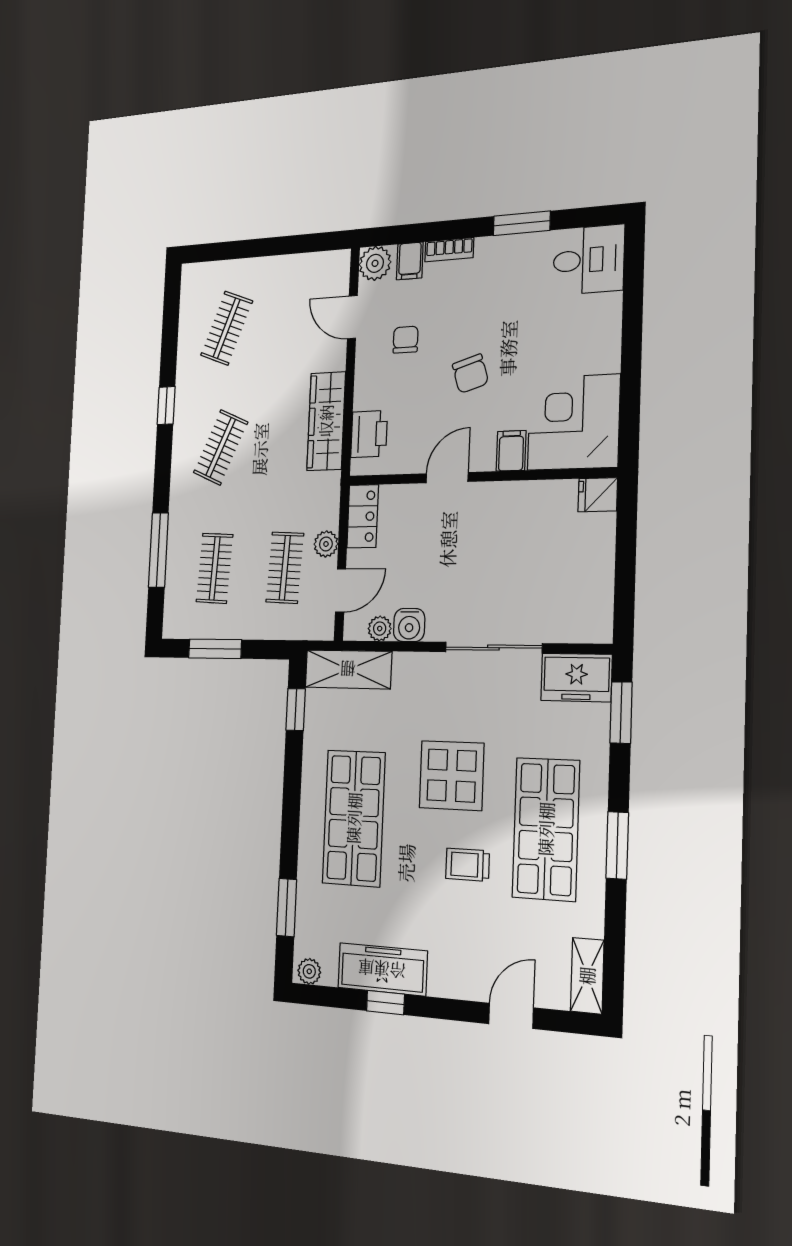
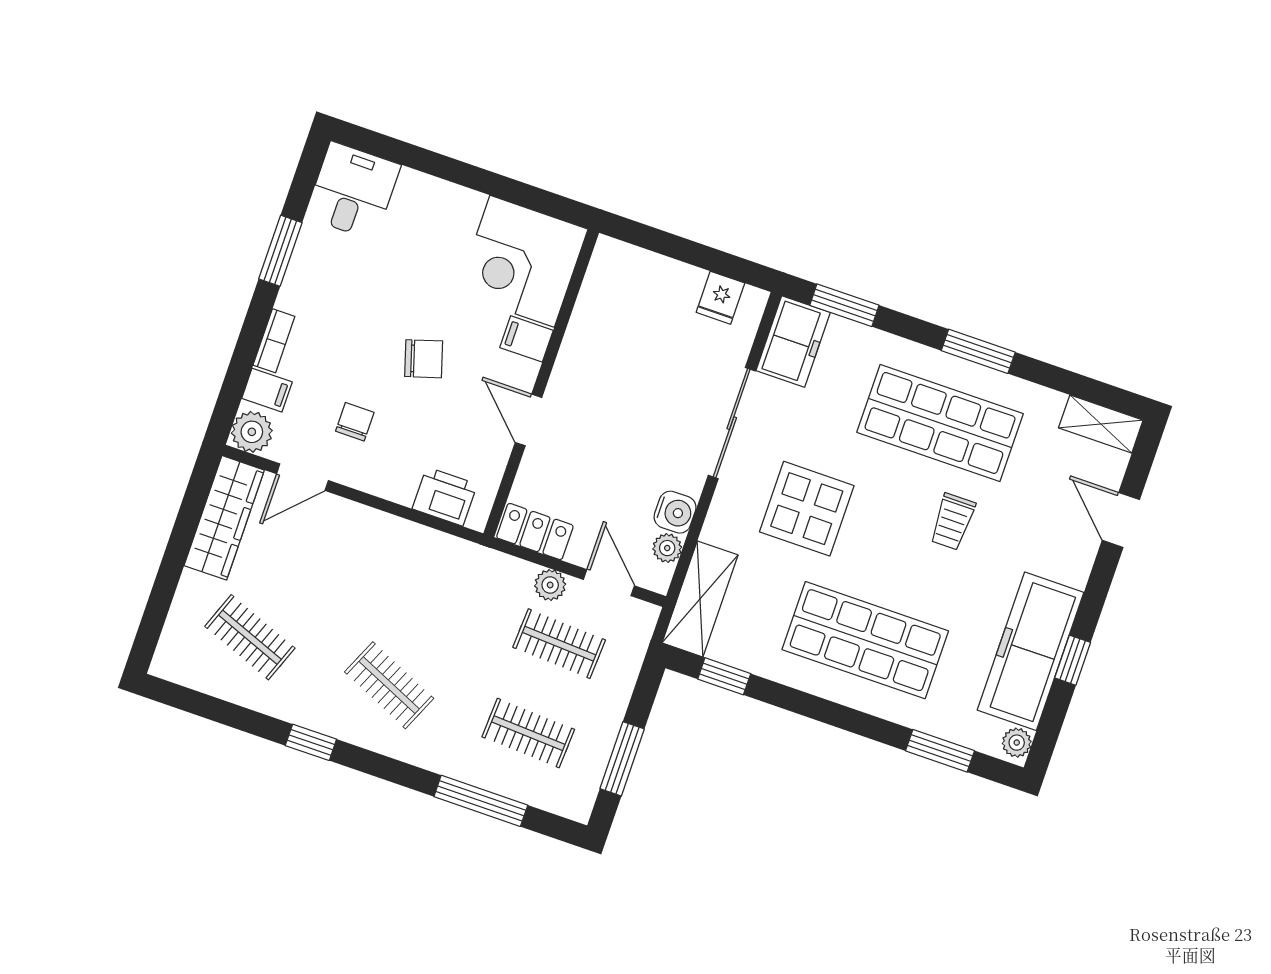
chair: (406, 340) -> (355, 422), turned 90
wardrobe: (326, 421) -> (224, 518), moved, turned -90
fridge: (598, 495) -> (720, 298), moved
display table: (452, 776) -> (807, 509), moved
freezer: (382, 969) -> (1030, 651), width x1.36, depth x1.26

